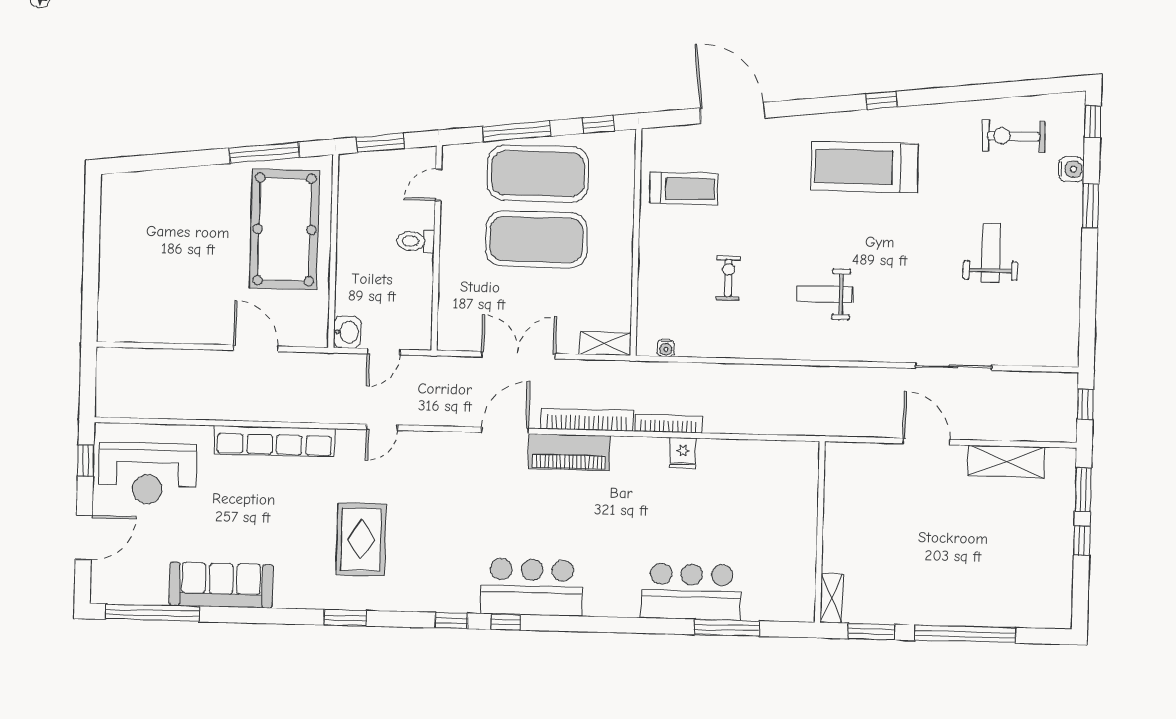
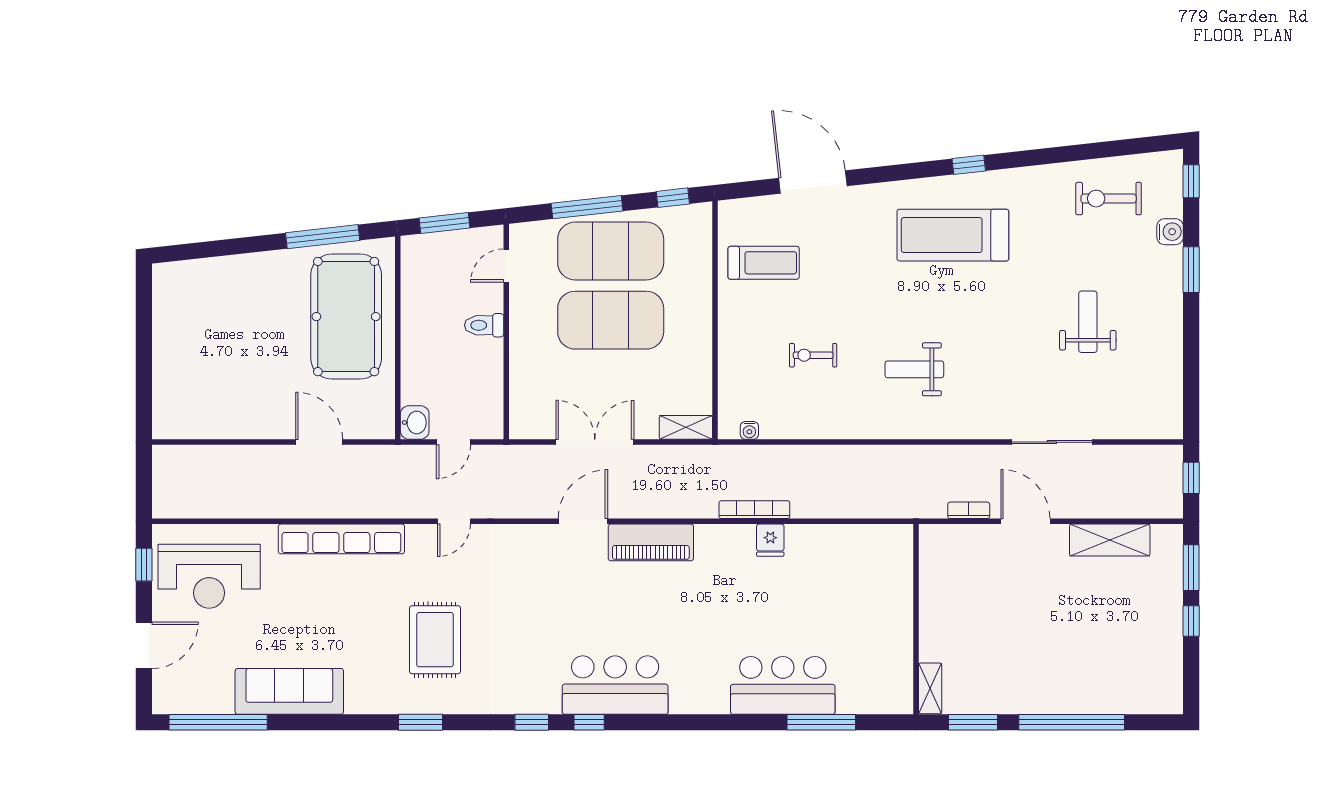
exercise bike: (728, 278) -> (813, 355), turned -90
bookcase: (587, 420) -> (969, 510), moved, width x0.43, depth x0.76

